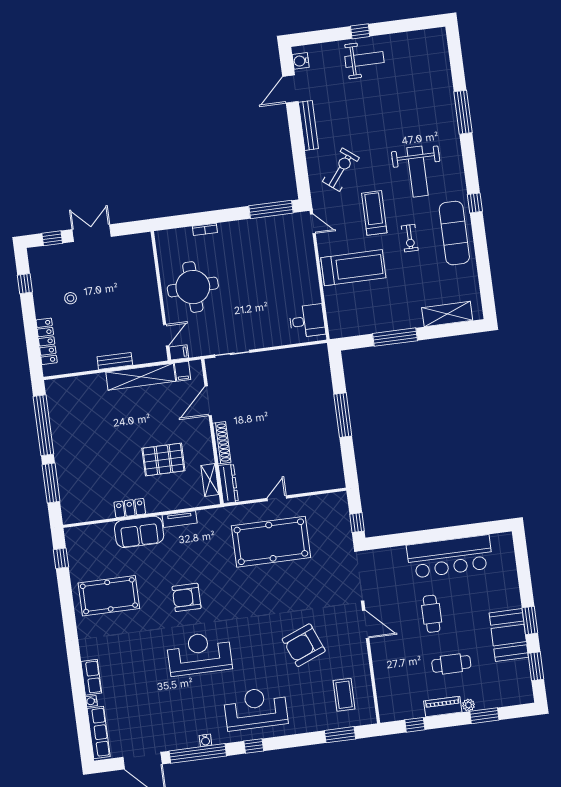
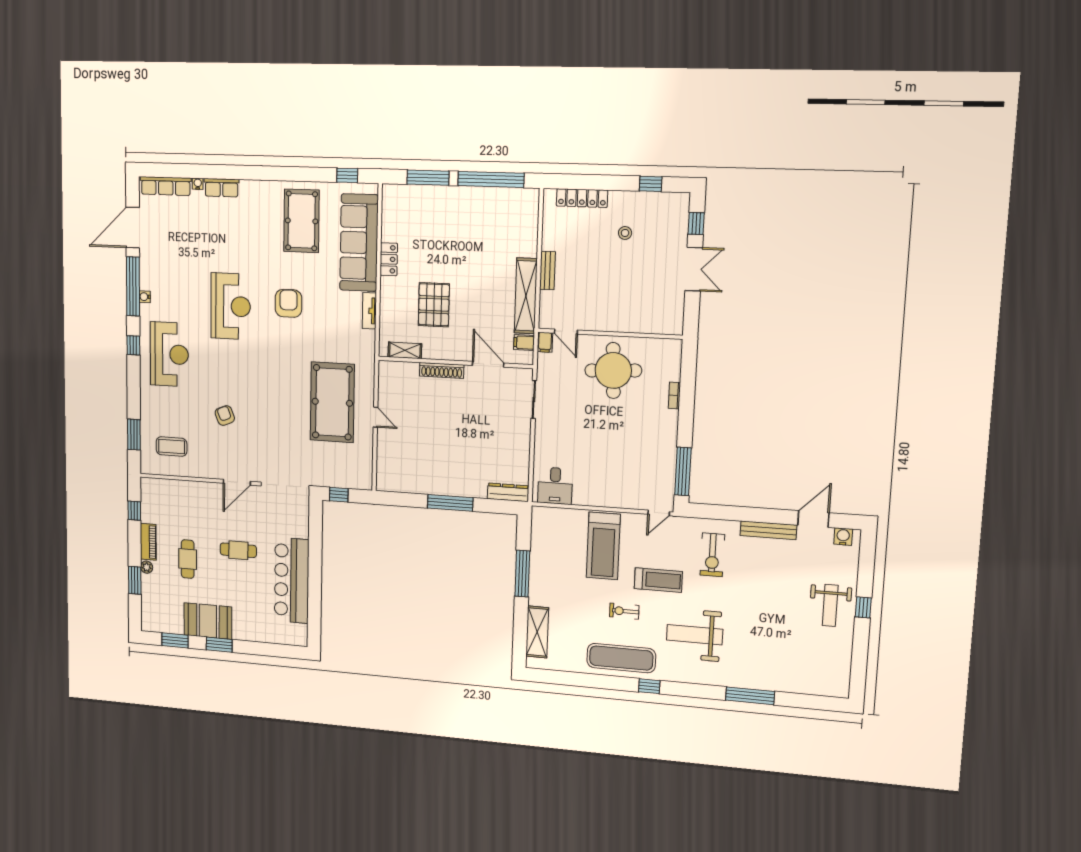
door: (290, 89) -> (813, 519), hinge flipped
exercise bike: (341, 170) -> (712, 555), turned 52
dresser: (228, 484) -> (508, 492), moved, turned 180
sofa: (139, 532) -> (359, 243), width x1.85, depth x1.27
armchair: (304, 645) -> (225, 416), width x0.53, depth x0.53

